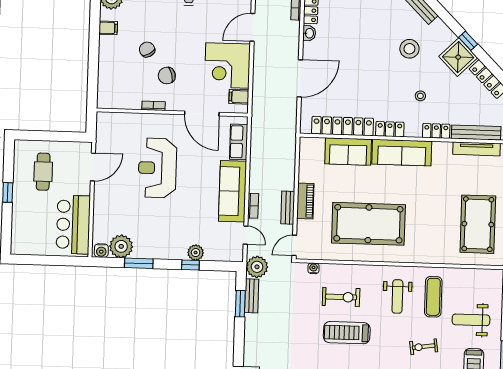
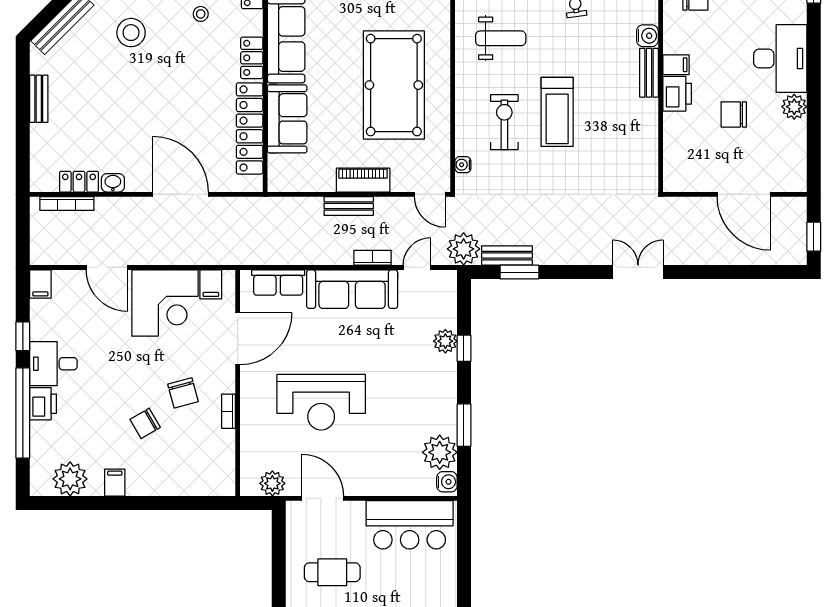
plant: (104, 133) -> (272, 483), added
bench: (288, 208) -> (349, 206), moved

